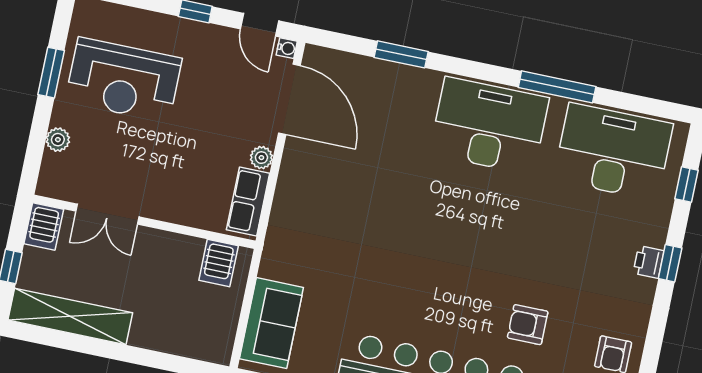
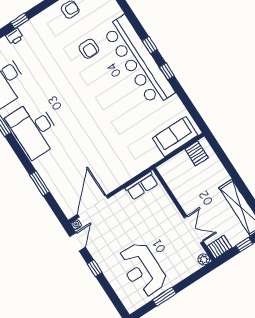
reception desk: (123, 80) -> (142, 269), turned 180
plant: (58, 140) -> (204, 259), moved
plant: (261, 158) -> (122, 196), removed
printer: (649, 262) -> (15, 37), moved
server rack: (219, 263) -> (196, 153), moved, turned 90

